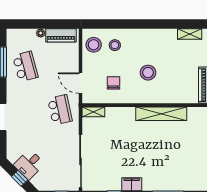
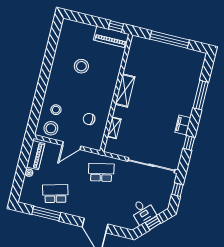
shelving: (190, 34) -> (62, 41), removed
stool: (148, 73) -> (81, 66), moved
door: (81, 83) -> (72, 146), moved
shelving: (93, 112) -> (114, 128), moved
shelving: (161, 114) -> (125, 90), width x0.68

